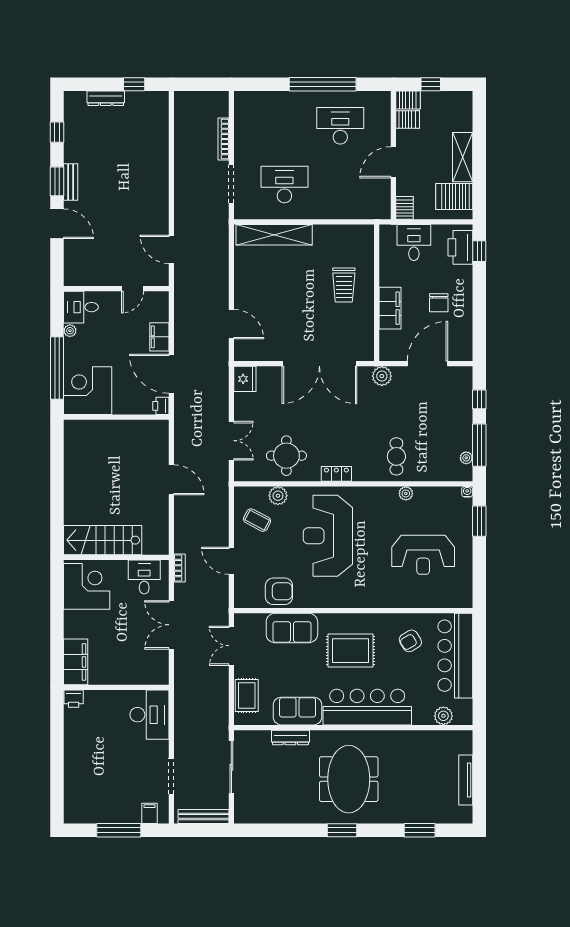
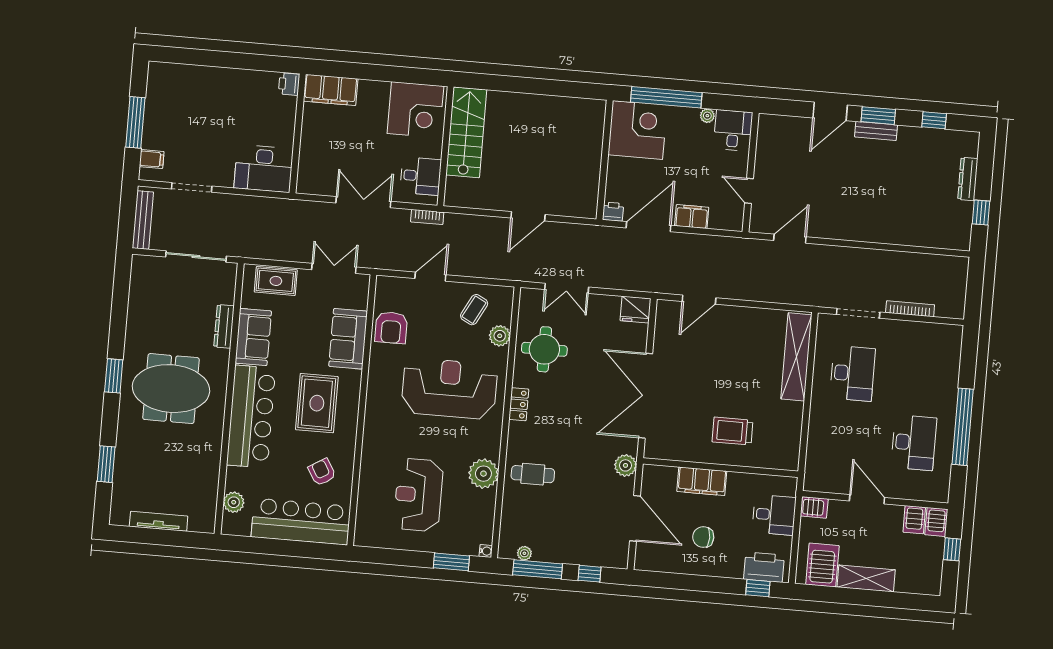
plant: (406, 493) -> (483, 474), width x1.87, depth x1.87

